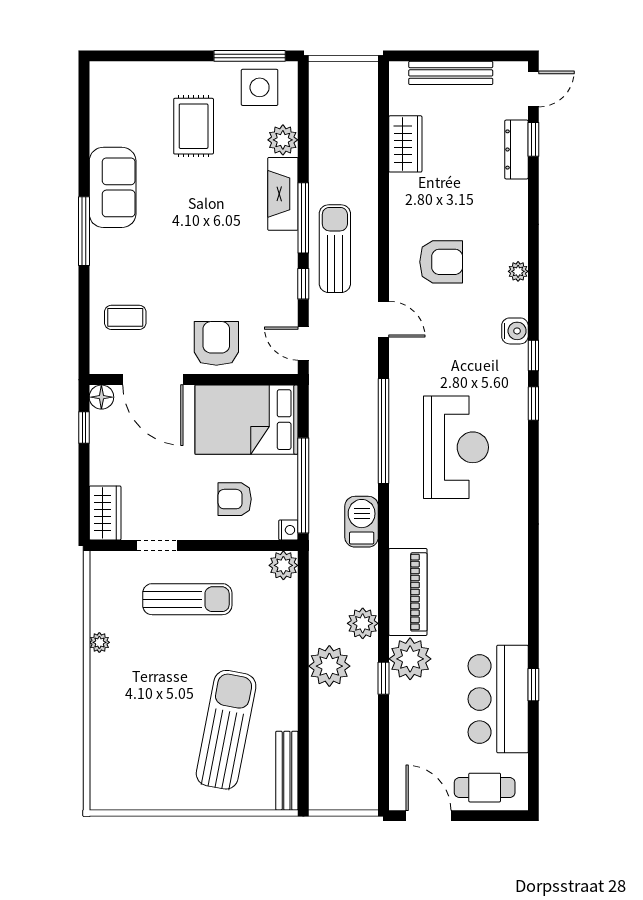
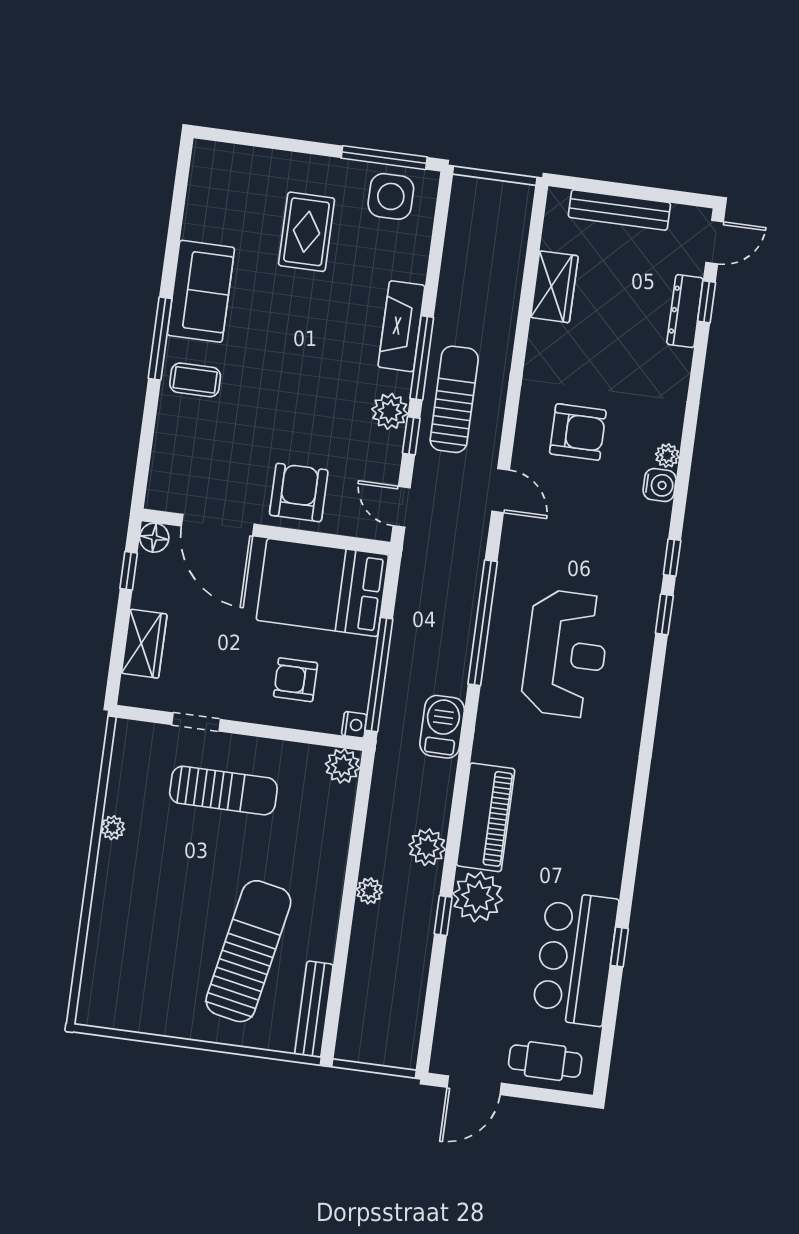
plant: (283, 140) -> (390, 411), moved
coffee table: (125, 317) -> (195, 380), moved
water cooler: (515, 331) -> (660, 485), moved
wardrobe: (105, 513) -> (144, 644), moved
plant: (329, 666) -> (369, 891), width x0.53, depth x0.53
door: (428, 816) -> (474, 1085), swing flipped

